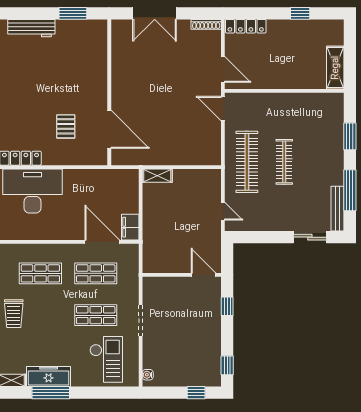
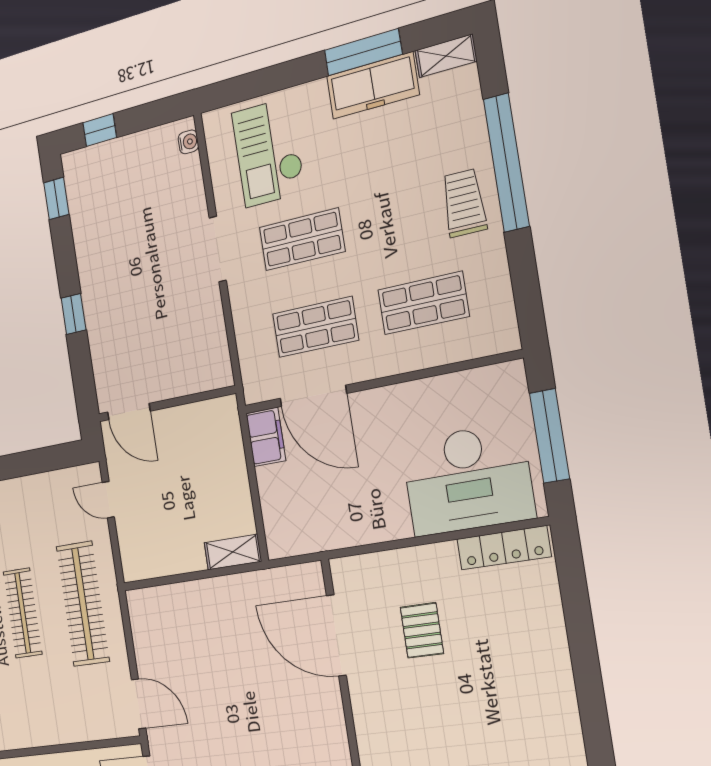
wall: (182, 275) -> (166, 404), moved
door: (203, 275) -> (129, 412), moved

